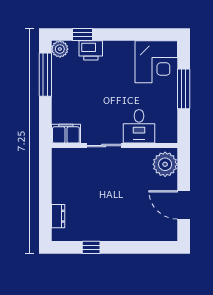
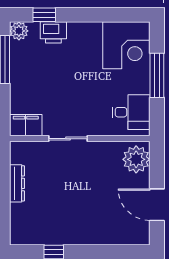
desk: (139, 126) -> (131, 112), moved, turned -90
dresser: (58, 216) -> (17, 183), moved, width x1.44

